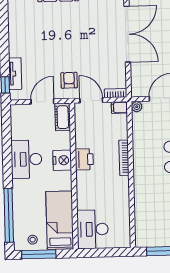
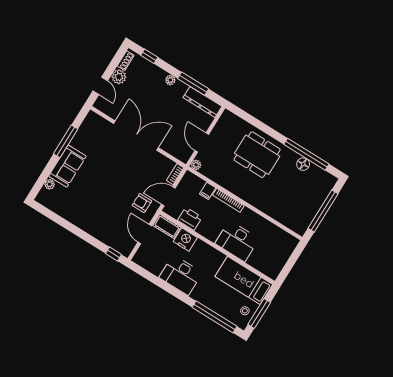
tv unit: (15, 74) -> (110, 241), removed
filing cabinet: (119, 108) -> (208, 191), moved
printer: (84, 159) -> (190, 219), moved
nightstand: (62, 160) -> (185, 240), moved
desk: (93, 229) -> (237, 241), moved

